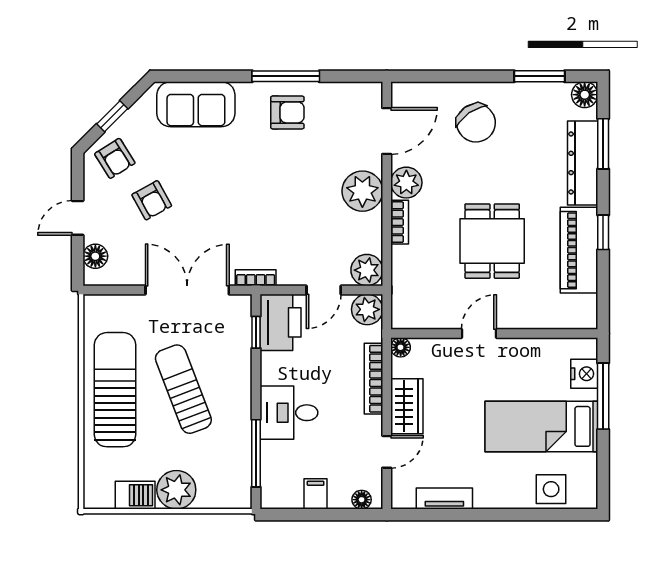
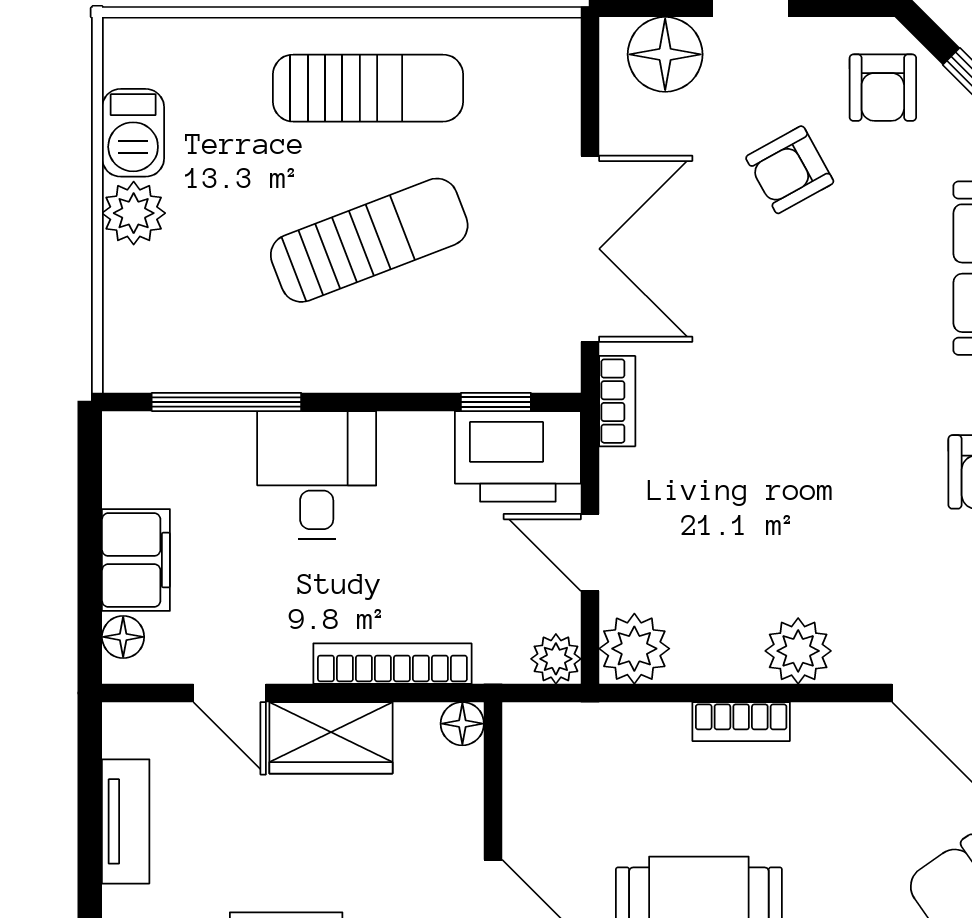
armchair: (115, 158) -> (883, 88), turned -58
plant: (406, 183) -> (829, 737), removed
plant: (362, 191) -> (798, 651), width x0.73, depth x0.73
floor lamp: (95, 256) -> (665, 54), width x1.38, depth x1.38
plant: (367, 309) -> (556, 659), width x0.73, depth x0.73
sun lounger: (115, 390) -> (368, 88), width x0.73, depth x0.75
plant: (176, 490) -> (134, 213), width x0.73, depth x0.73
filing cabinet: (316, 494) -> (136, 560), width x2.00

